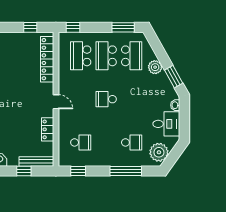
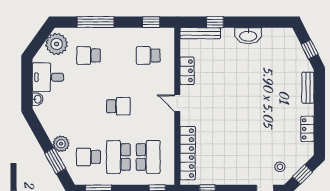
school desk: (106, 56) -> (118, 157), turned 180
school desk: (132, 56) -> (89, 157), width x0.54
window: (174, 77) -> (55, 161), moved

